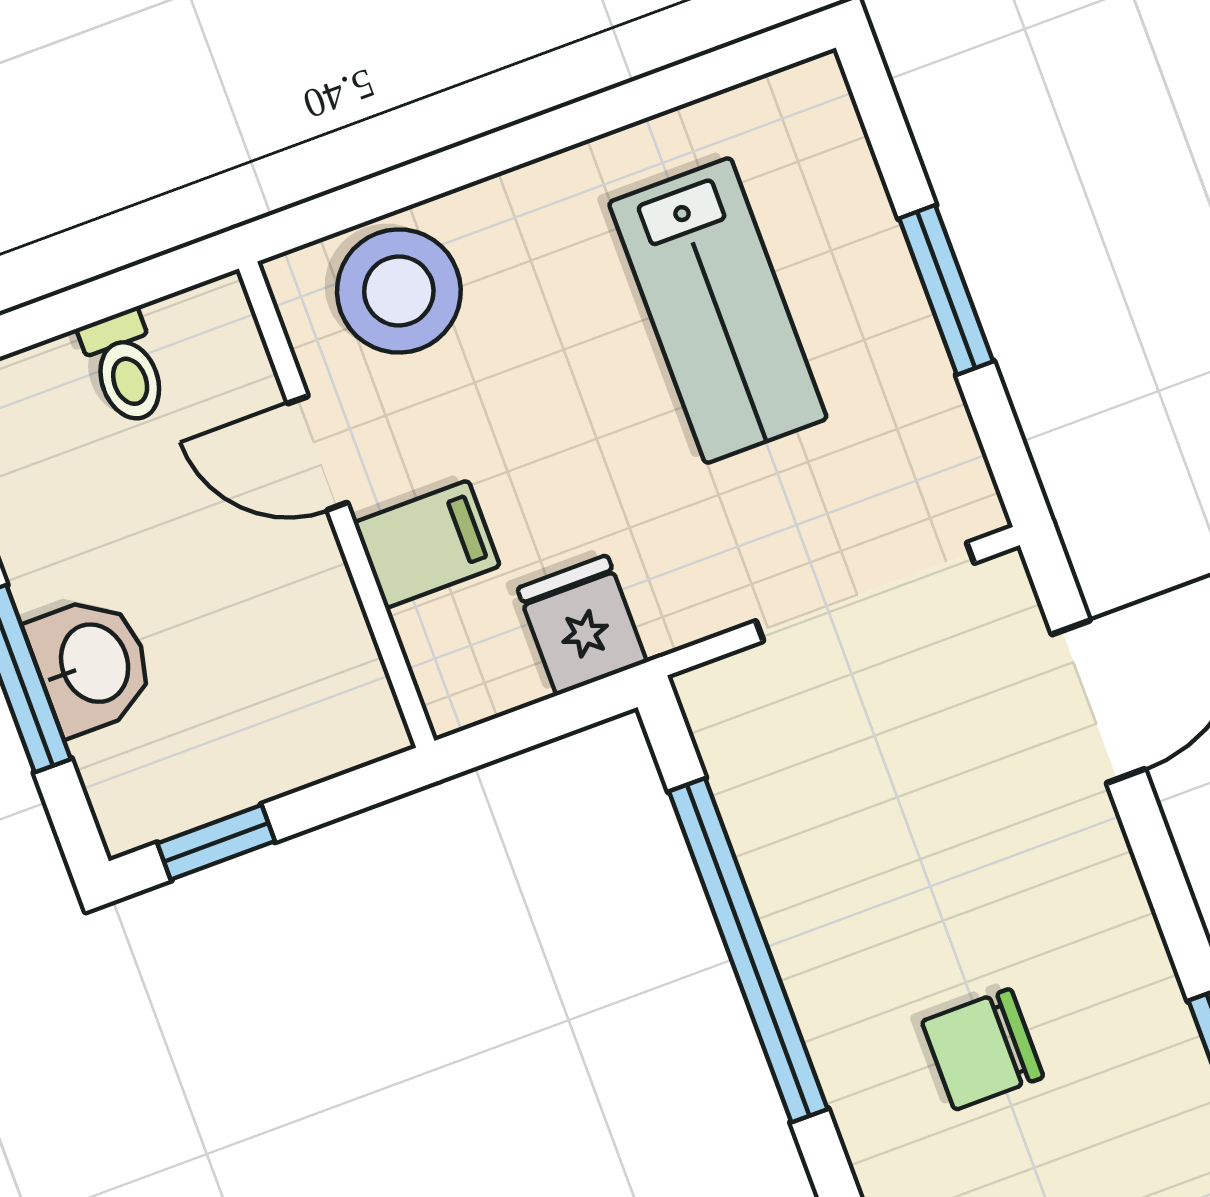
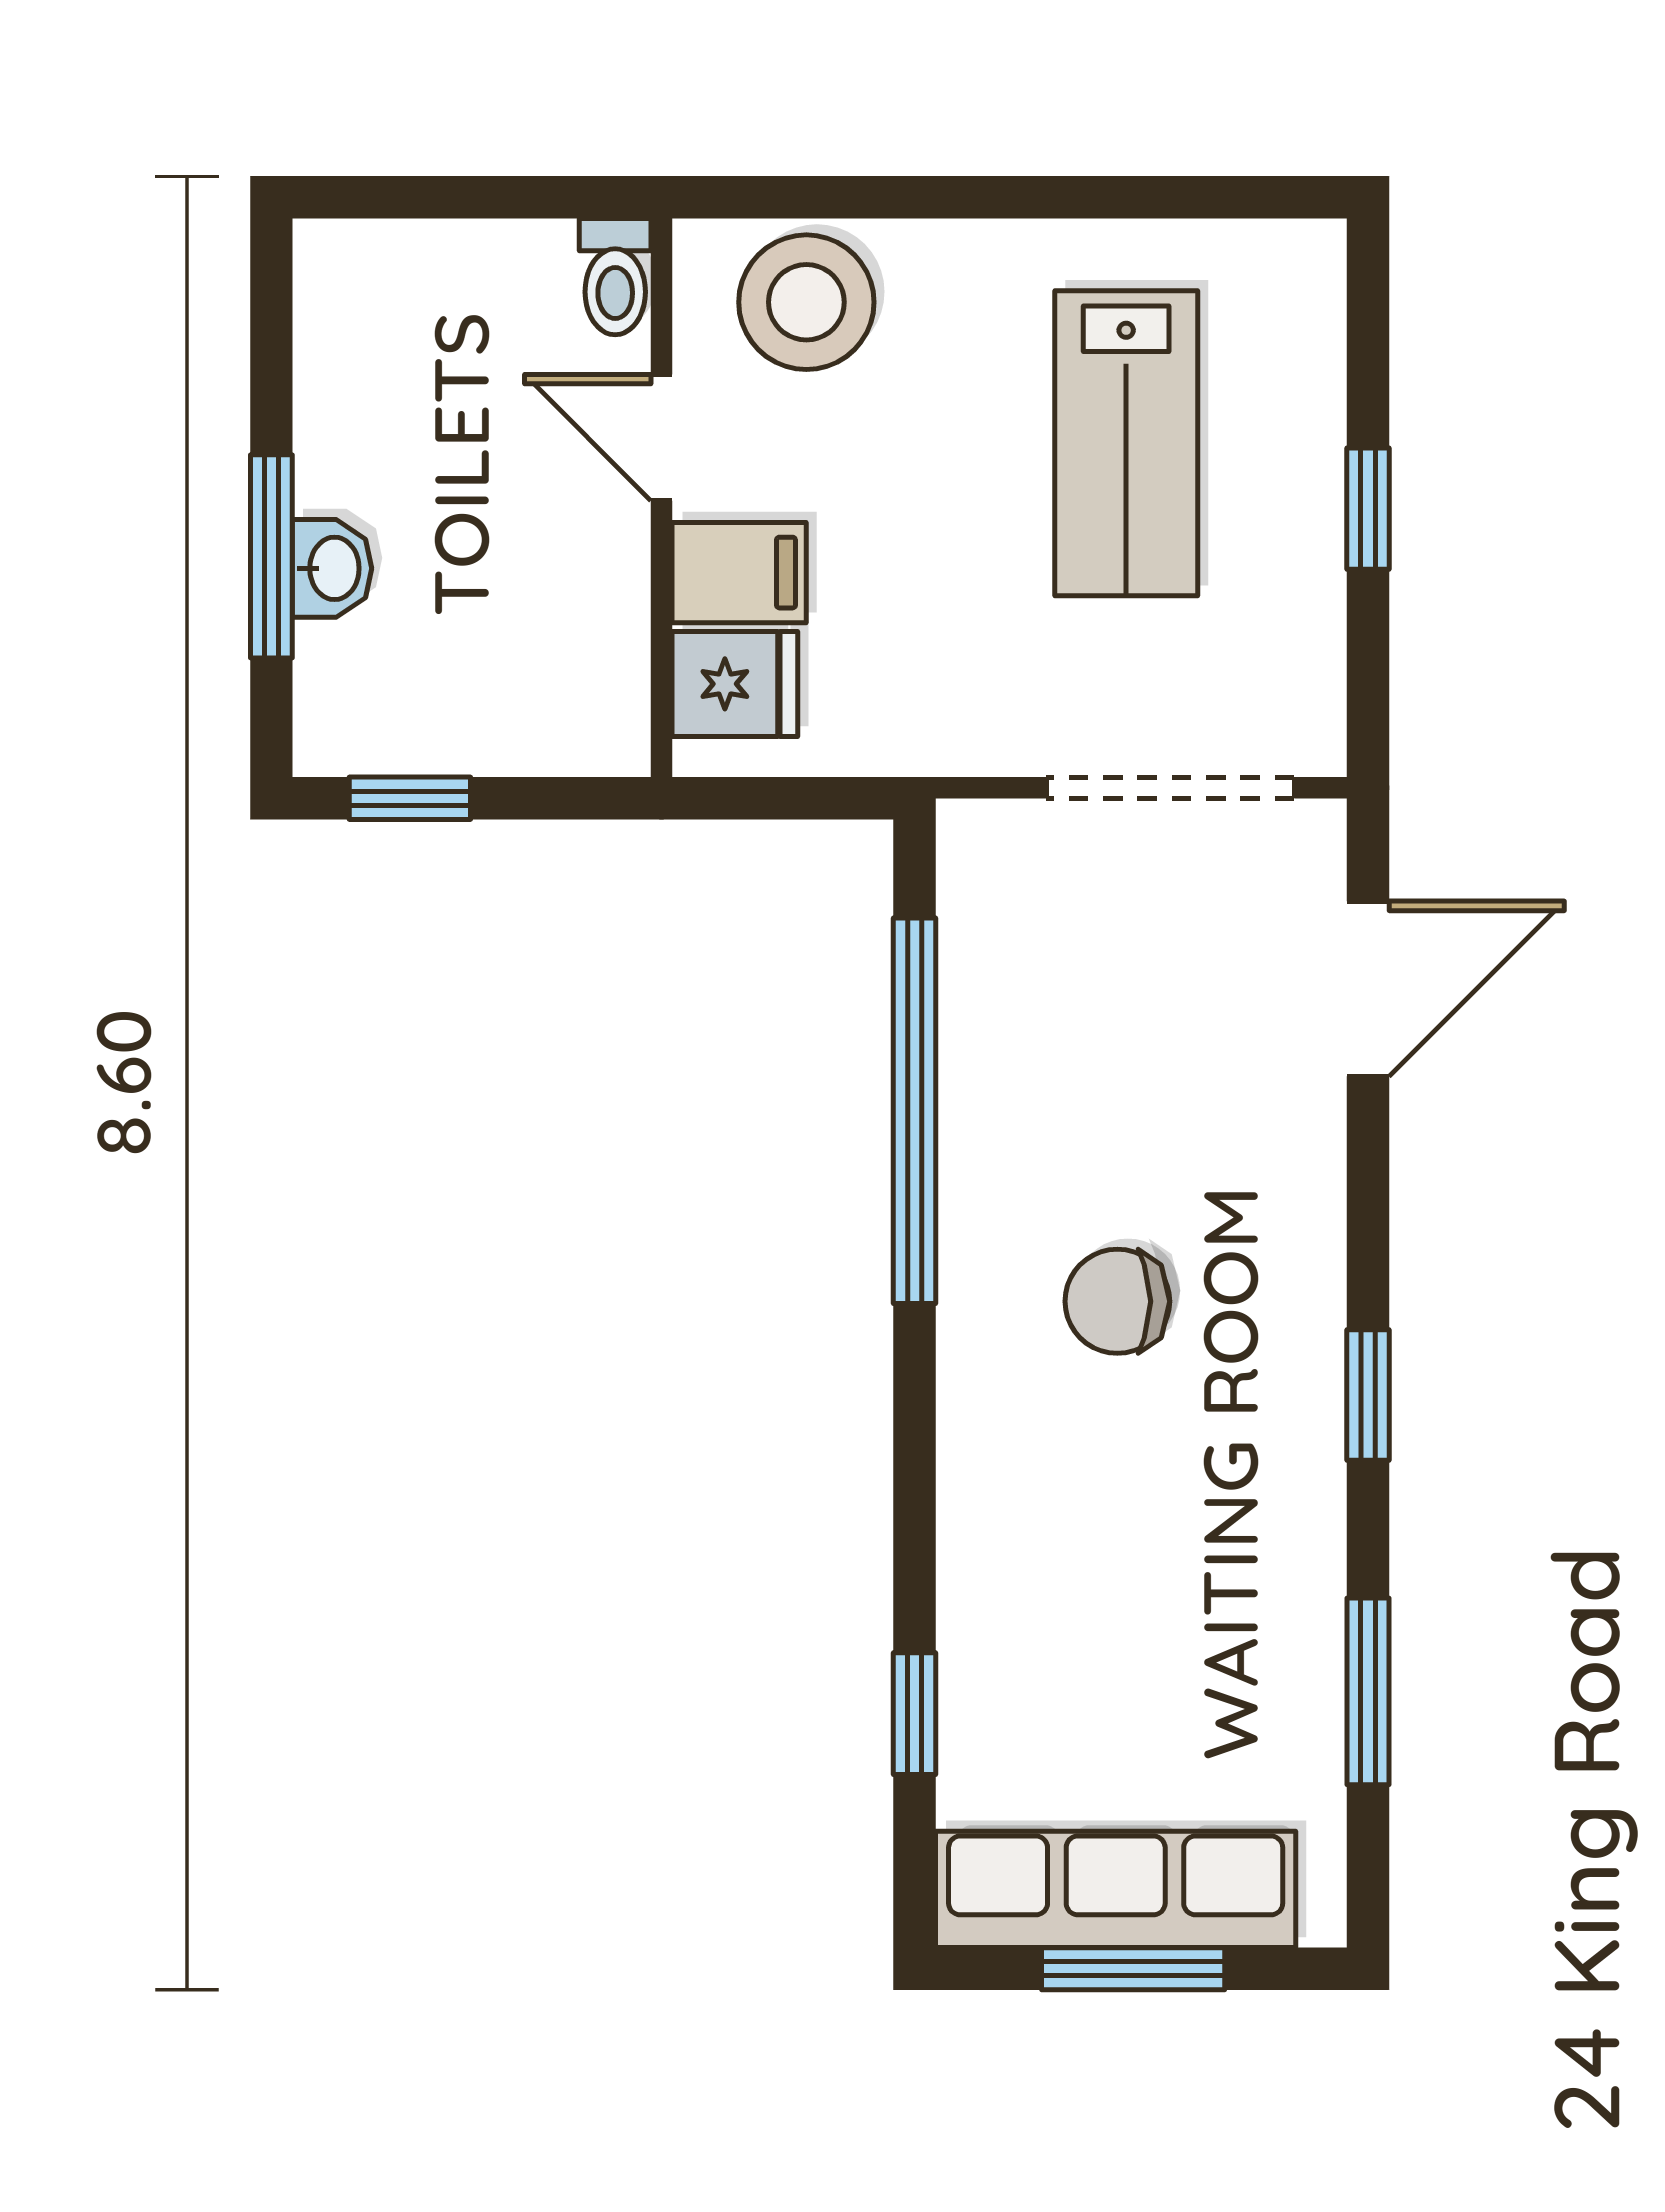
window: (946, 290) -> (1368, 509), width x0.67
toilet: (125, 367) -> (615, 277), moved
fridge: (582, 625) -> (735, 684), moved, turned 90
washbasin: (92, 664) -> (332, 568), width x0.72, depth x0.69

